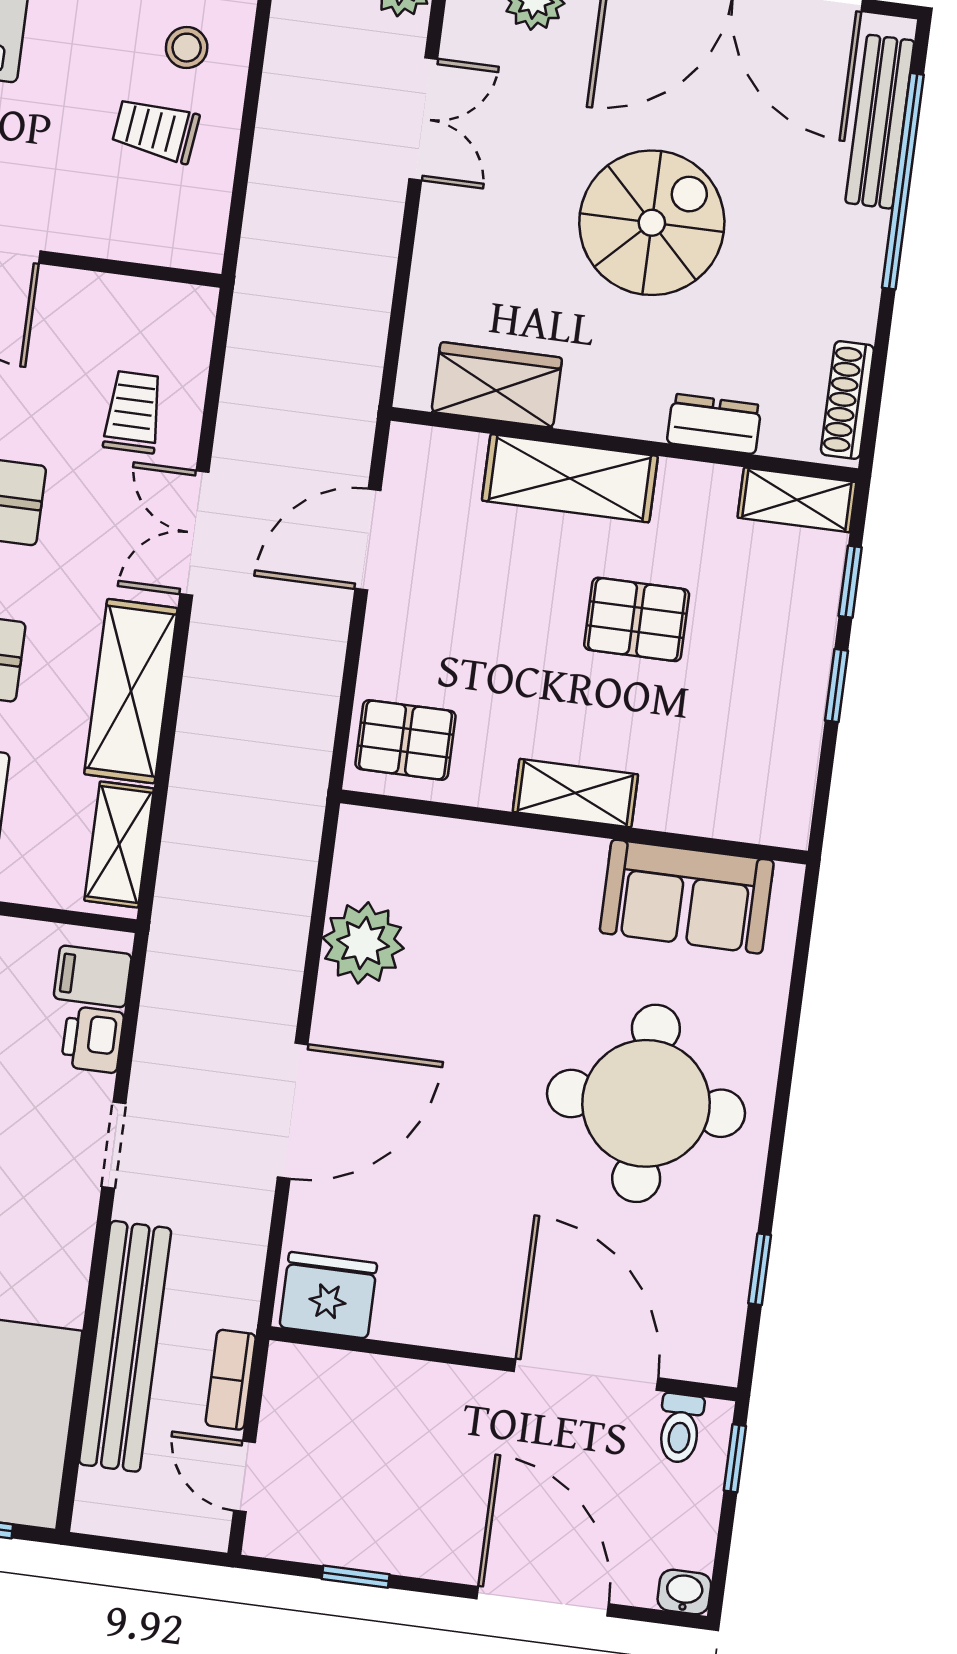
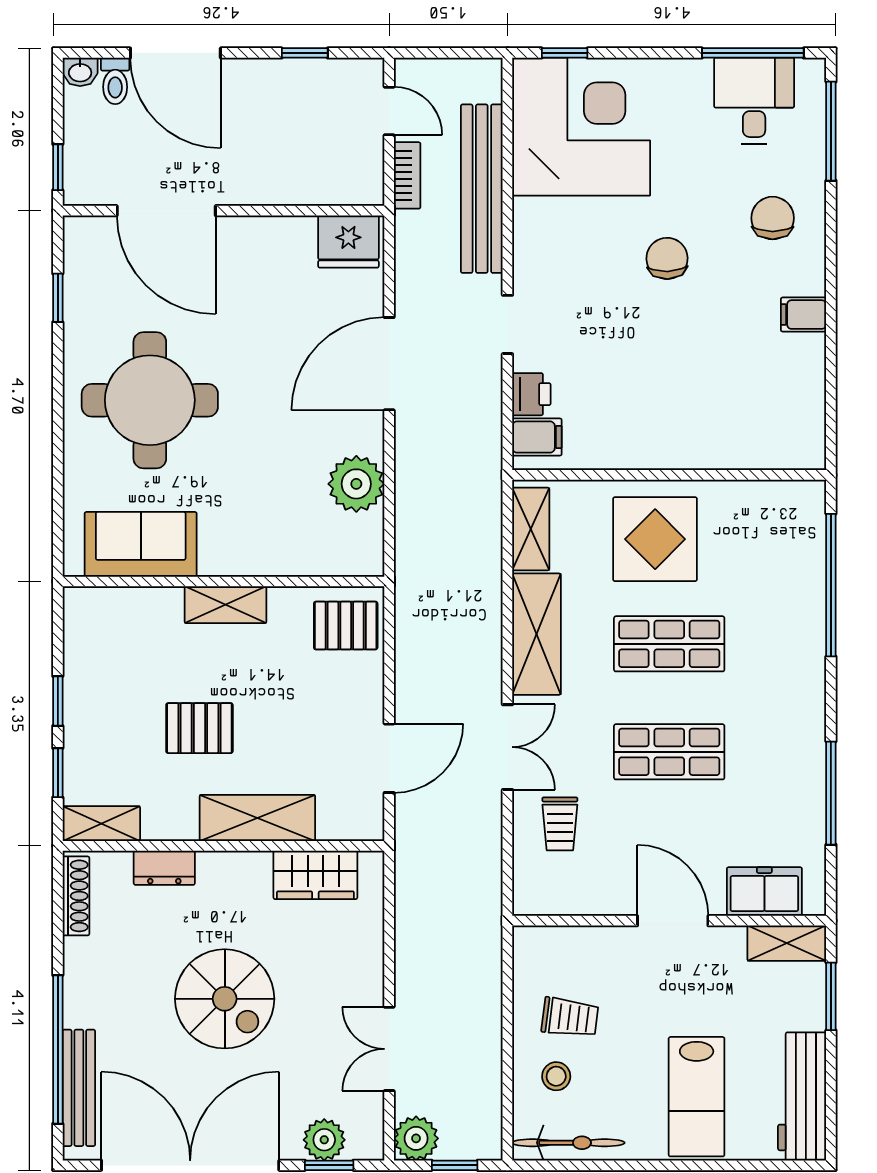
spiral stairs: (652, 223) -> (225, 999), turned -90
toilet: (680, 1428) -> (115, 81), moved, turned 180

